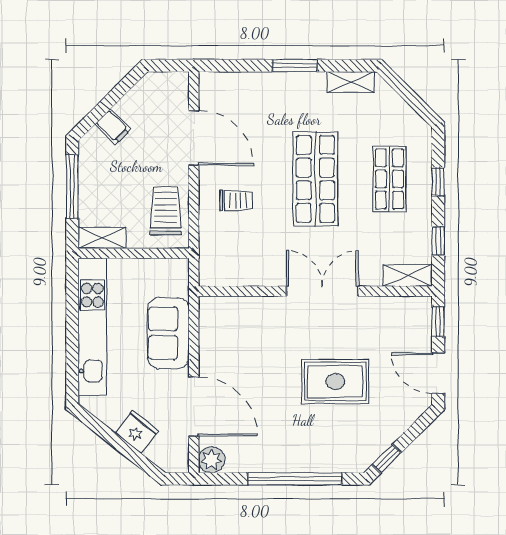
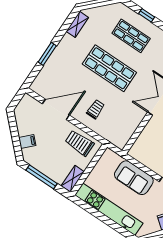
window: (295, 66) -> (47, 54), moved

